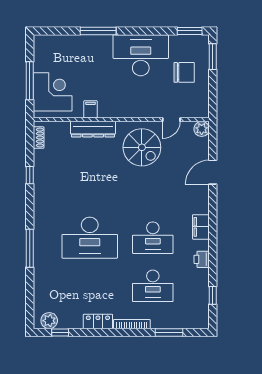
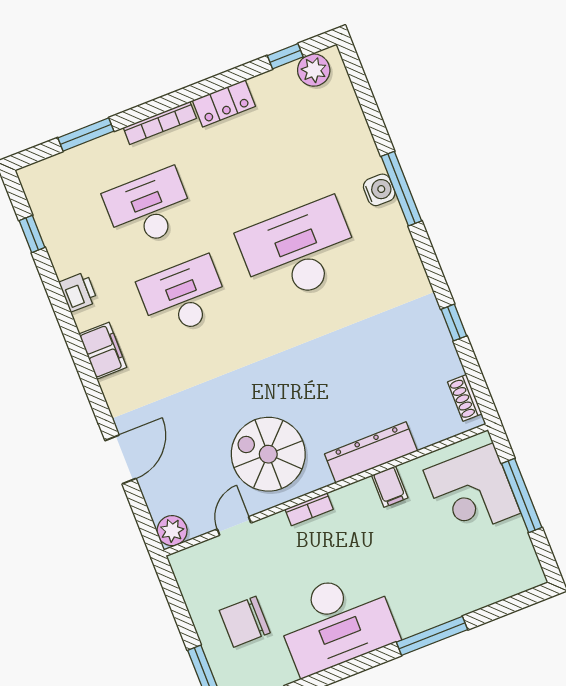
bookcase: (133, 114) -> (309, 509), added
water cooler: (40, 252) -> (379, 190), added

